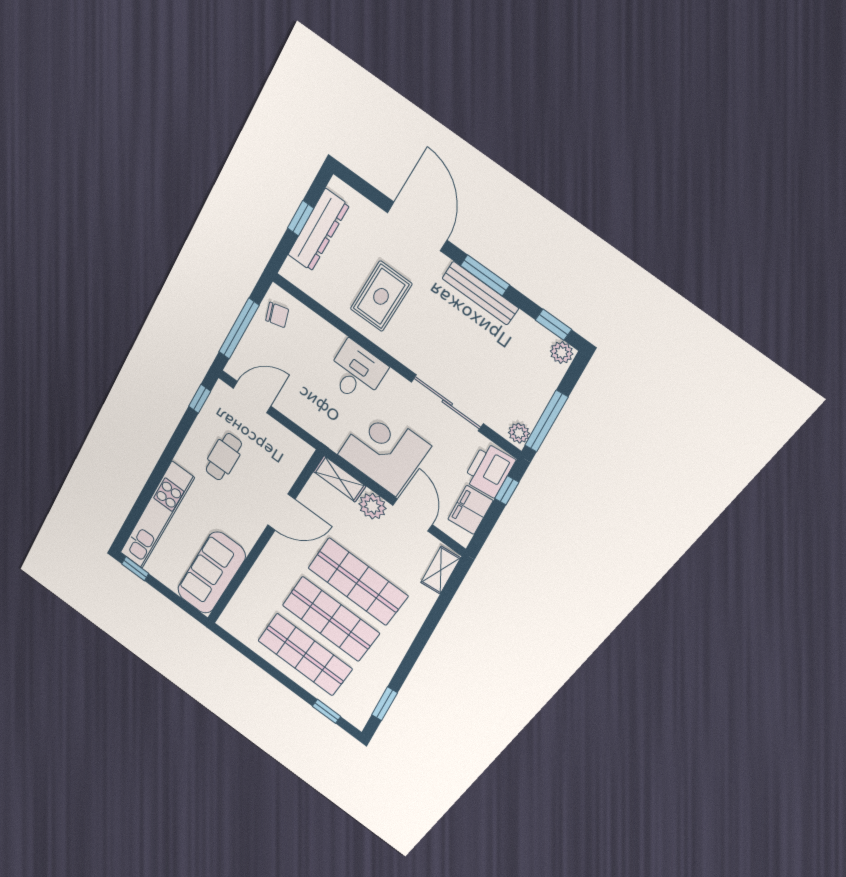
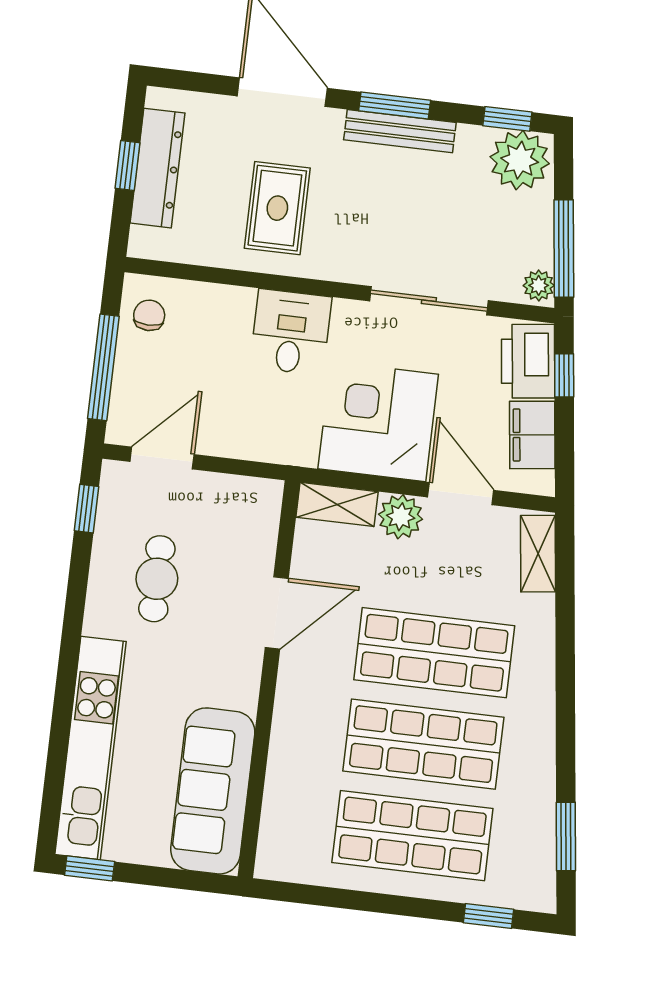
chair: (277, 315) -> (149, 315), turned -74
plant: (562, 353) -> (520, 160), width x1.88, depth x1.88

